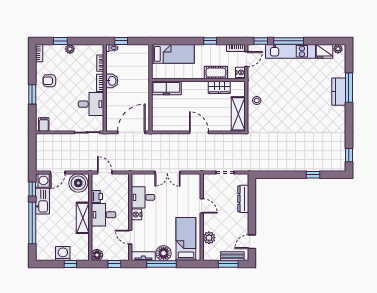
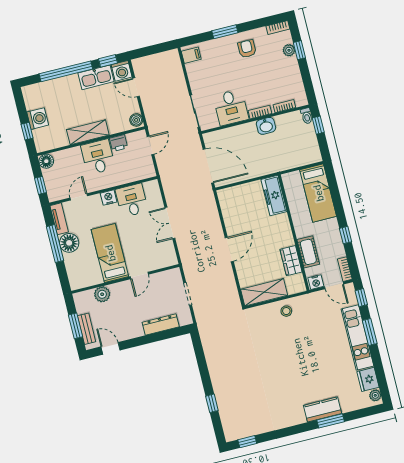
window: (289, 41) -> (370, 332), width x0.69
plant: (70, 49) -> (289, 50), moved
window: (349, 88) -> (331, 421), width x0.69
boiler: (78, 183) -> (136, 120), width x0.54, depth x0.54
bed: (186, 239) -> (110, 253), moved, turned -90

